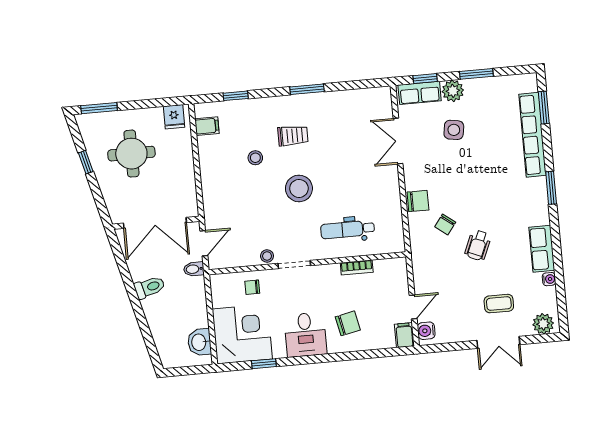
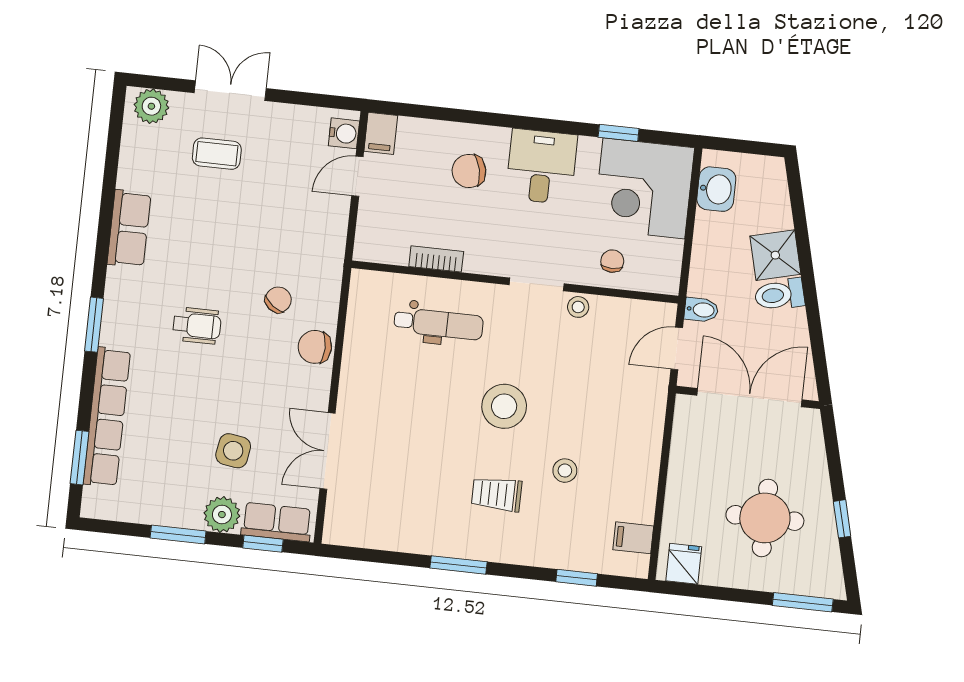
double door: (398, 141) -> (327, 451), swing flipped
wheelchair: (478, 245) -> (197, 326), moved, turned 67
water cooler: (549, 279) -> (127, 177), removed
chair: (252, 287) -> (612, 261), turned -90
shower: (157, 310) -> (775, 255), added

